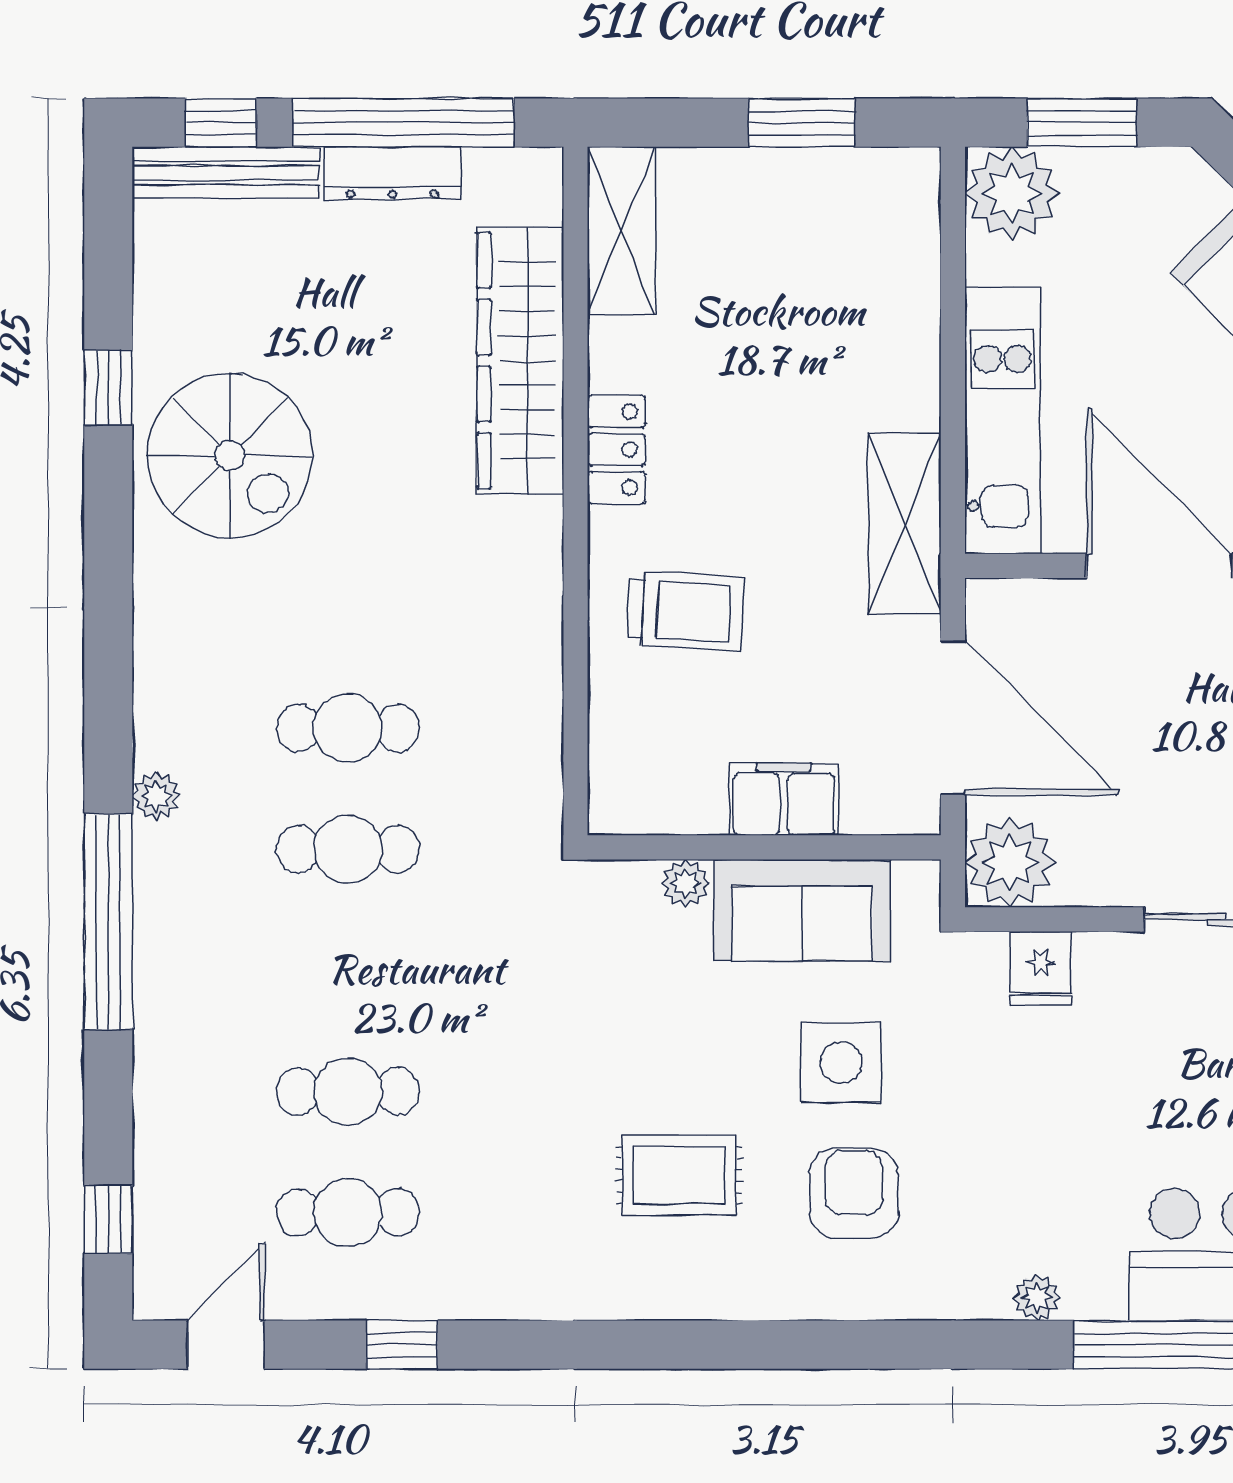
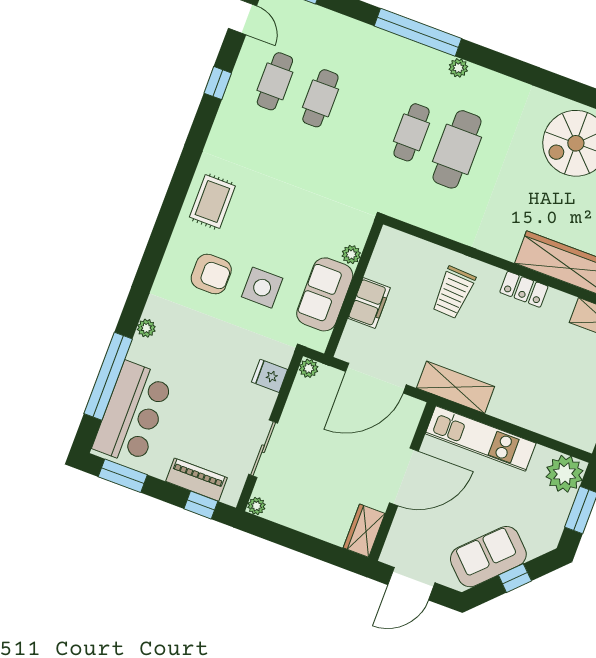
cafe table: (348, 728) -> (457, 149), width x1.37, depth x1.35
plant: (1010, 862) -> (309, 368), width x0.53, depth x0.53
rug: (679, 1175) -> (212, 202), moved

